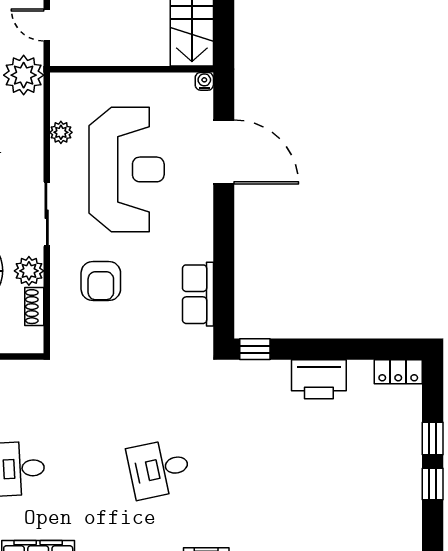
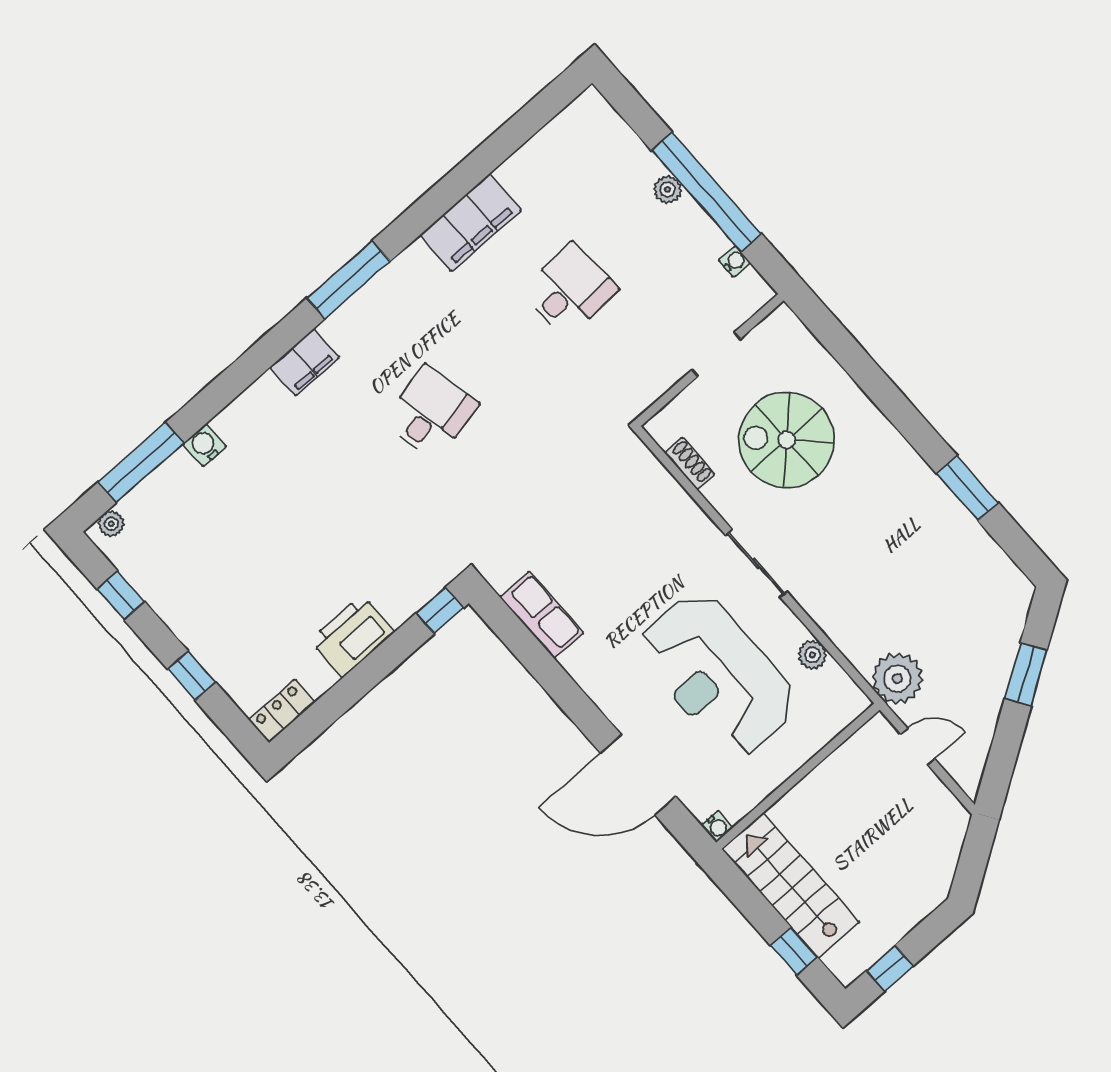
plant: (29, 271) -> (725, 494), removed
armchair: (101, 281) -> (647, 545), removed
window: (433, 484) -> (121, 595), moved

